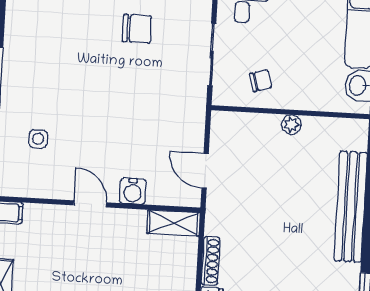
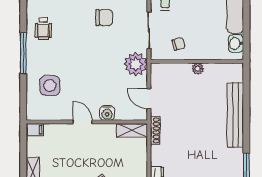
wheelchair: (33, 41) -> (43, 29), added
plant: (186, 111) -> (136, 64), added
side table: (38, 139) -> (50, 86), width x1.87, depth x1.87
shoe rack: (211, 261) -> (155, 130), moved

